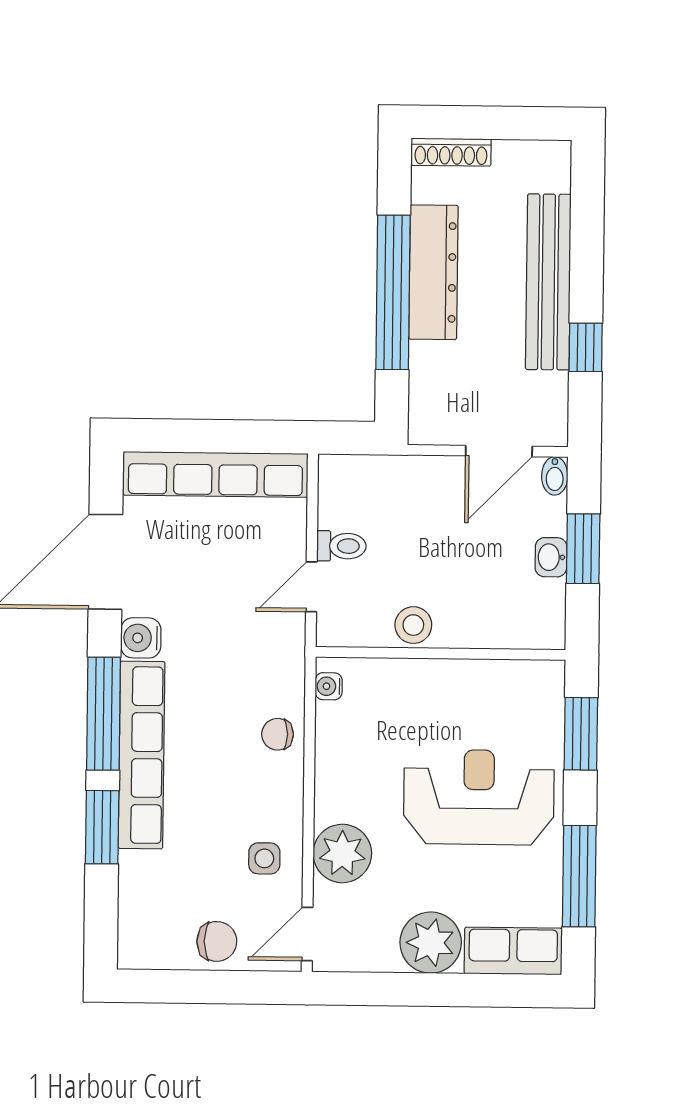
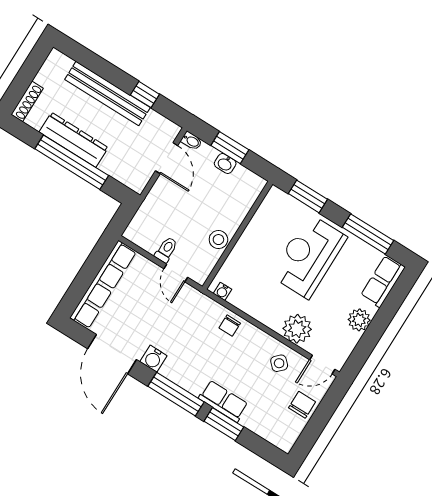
row of seats: (142, 755) -> (223, 401), width x0.50
side table: (264, 858) -> (279, 363), turned 45
door: (307, 934) -> (322, 365), hinge flipped
plant: (431, 943) -> (359, 320), width x0.73, depth x0.73

